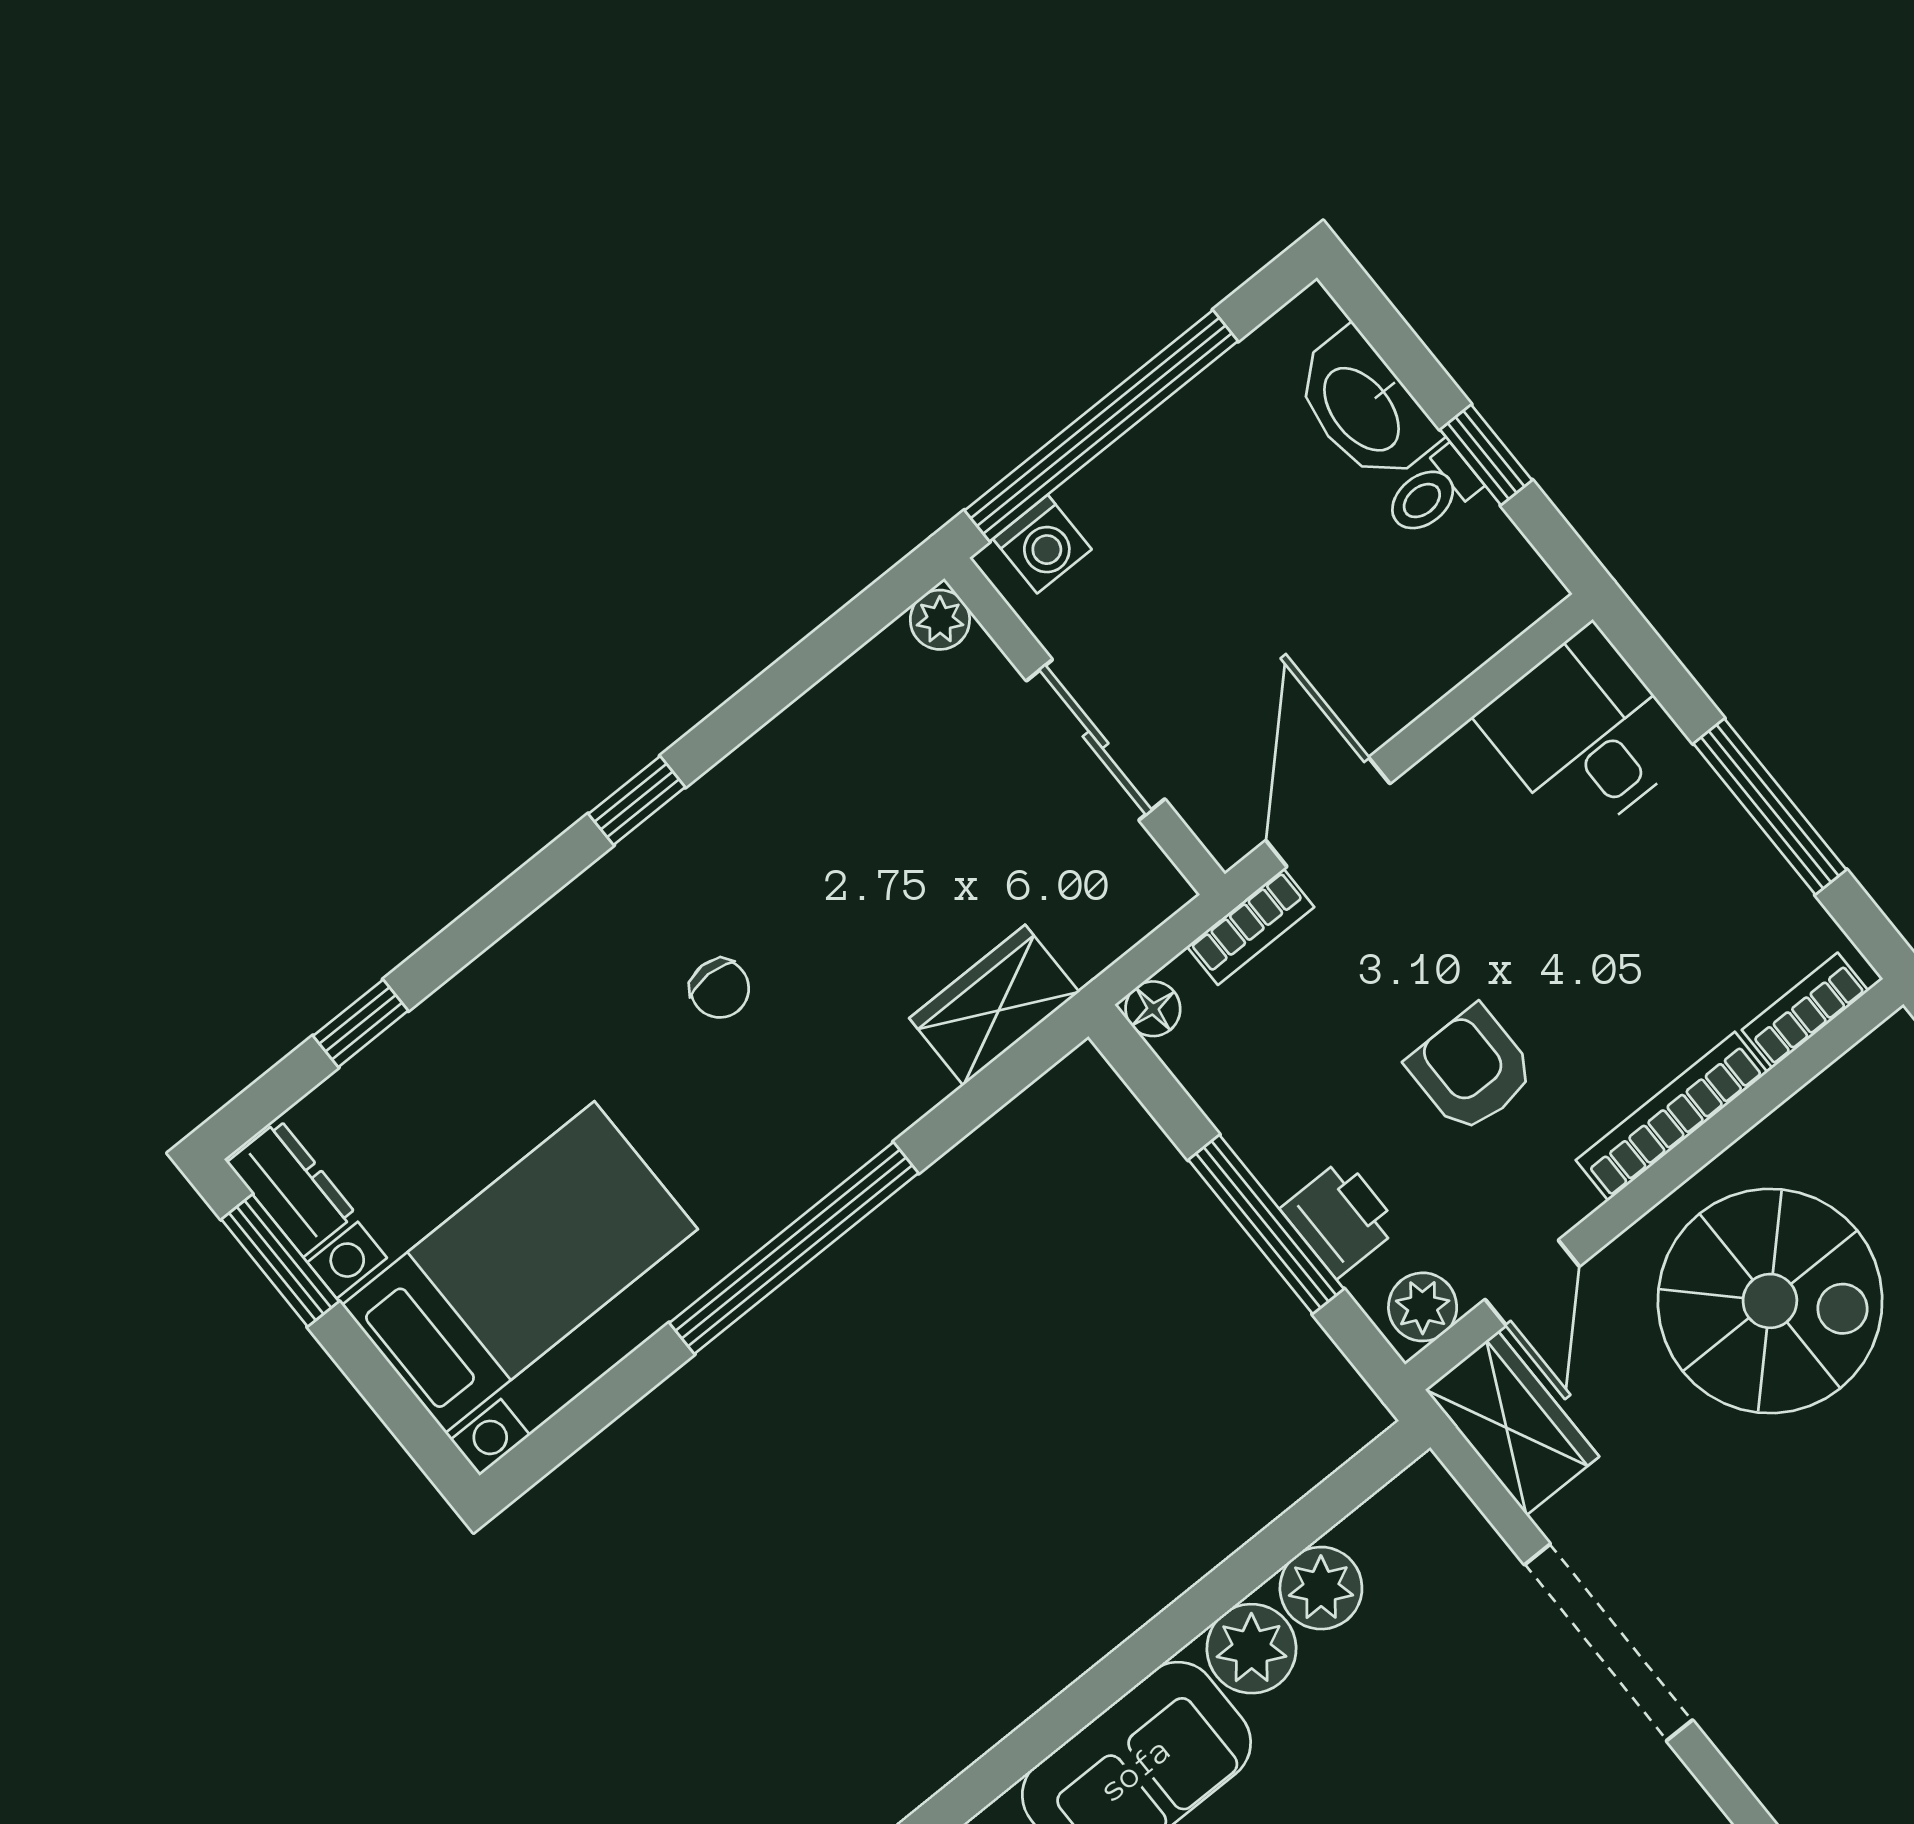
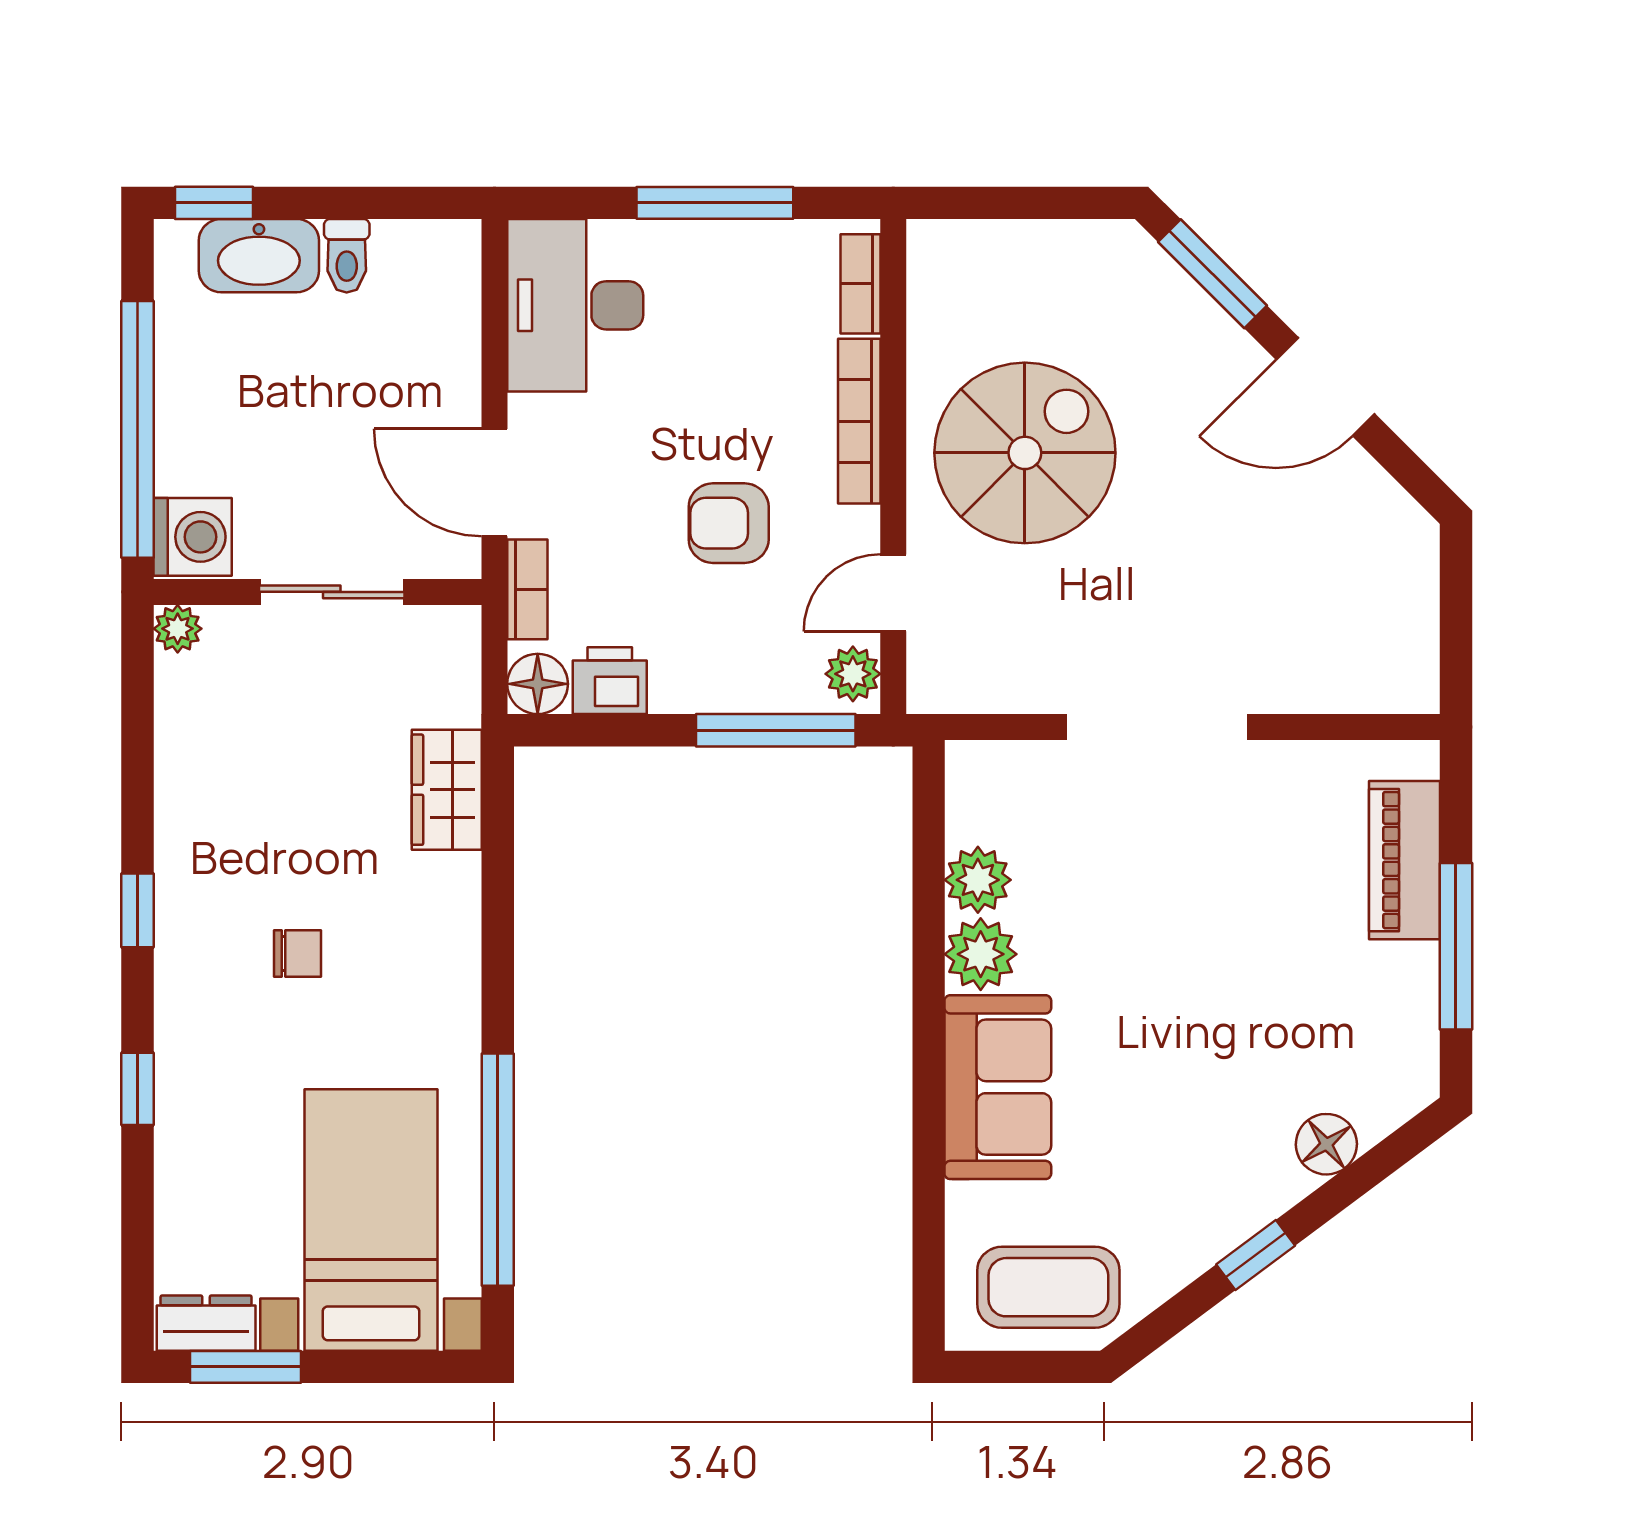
window: (1486, 455) -> (214, 203), moved
washing machine: (1042, 544) -> (193, 537), width x1.38, depth x1.38
desk: (1585, 733) -> (575, 305), width x1.37
floor lamp: (1153, 1009) -> (538, 684), width x1.37, depth x1.37
window: (361, 1023) -> (138, 1089), moved
printer: (1340, 1218) -> (610, 681), moved
window: (1266, 1224) -> (776, 730), moved
window: (794, 1248) -> (498, 1170), moved
door: (1532, 1283) -> (893, 593), swing flipped
wardrobe: (1512, 1423) -> (971, 676), removed

